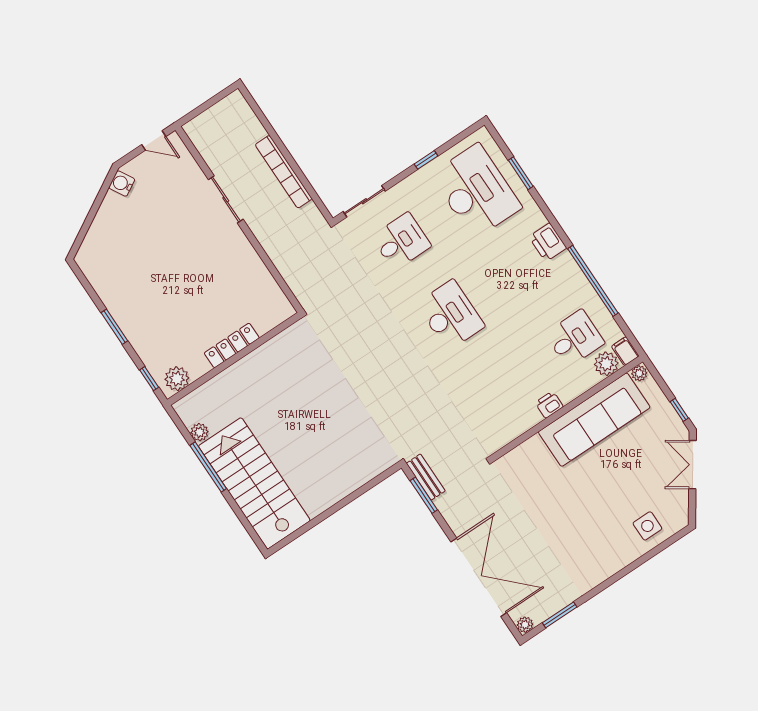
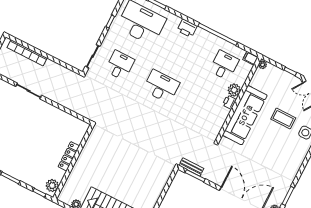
bookcase: (284, 172) -> (27, 53), moved
plant: (606, 364) -> (234, 90), moved
sofa: (594, 420) -> (245, 115), moved
coffee table: (624, 482) -> (283, 118), added

